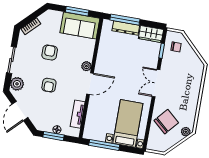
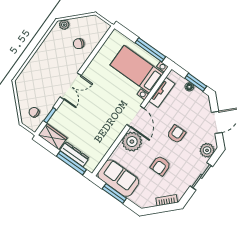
plant: (86, 66) -> (132, 142), width x1.88, depth x1.88
door: (90, 84) -> (135, 116), swing flipped
chair: (166, 122) -> (79, 44), width x0.54, depth x0.54
bed with nightstands: (128, 123) -> (137, 69), moved, turned 90

